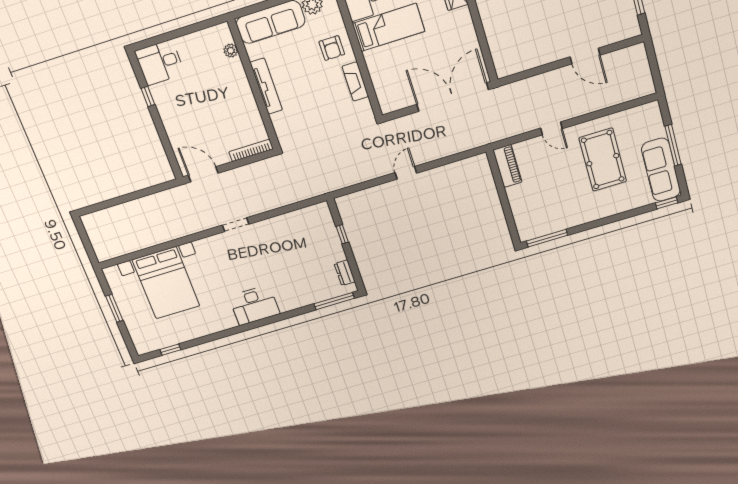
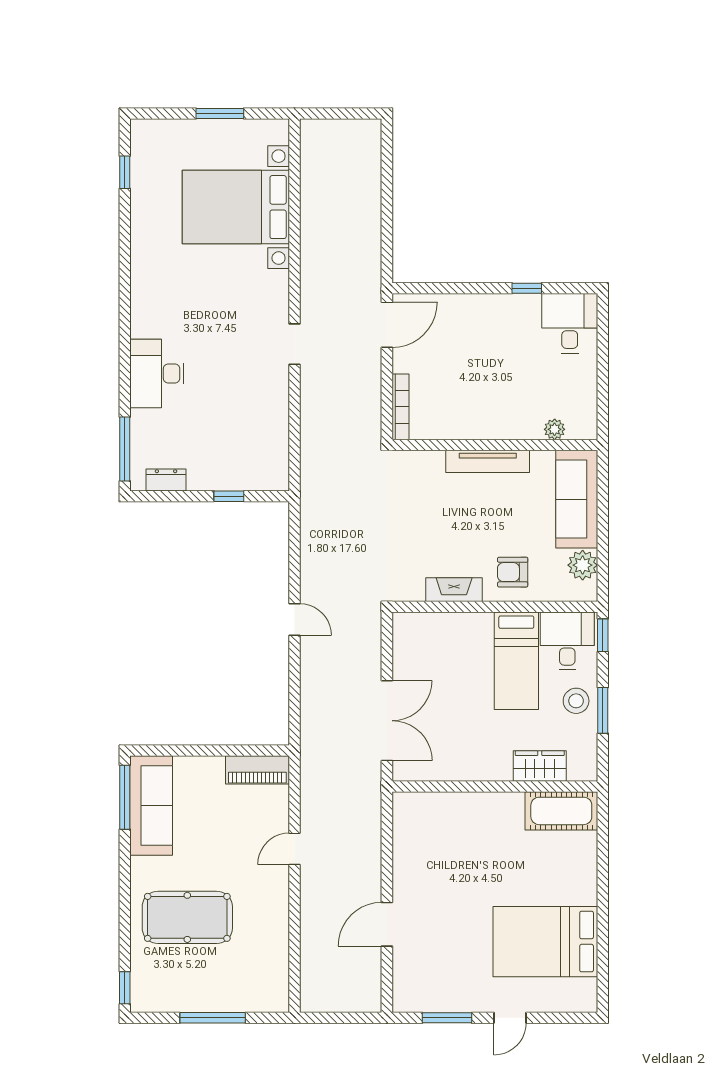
double door: (453, 97) -> (387, 721), width x0.73
pool table: (603, 160) -> (187, 917), moved
sofa: (661, 170) -> (151, 806), moved, turned 90
desk: (254, 305) -> (157, 374), moved

